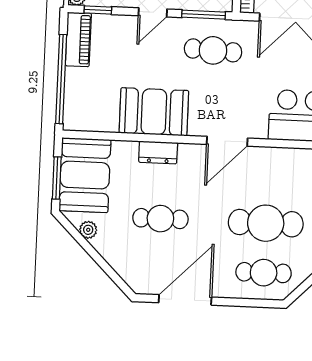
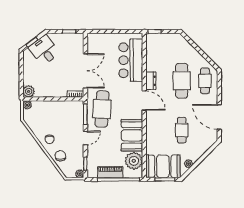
door: (153, 12) -> (85, 138), hinge flipped
piano: (78, 39) -> (110, 172), moved
cafe table: (213, 50) -> (102, 109), width x1.37, depth x1.35
plant: (99, 114) -> (134, 161), added
dresser: (158, 152) -> (151, 81), moved

